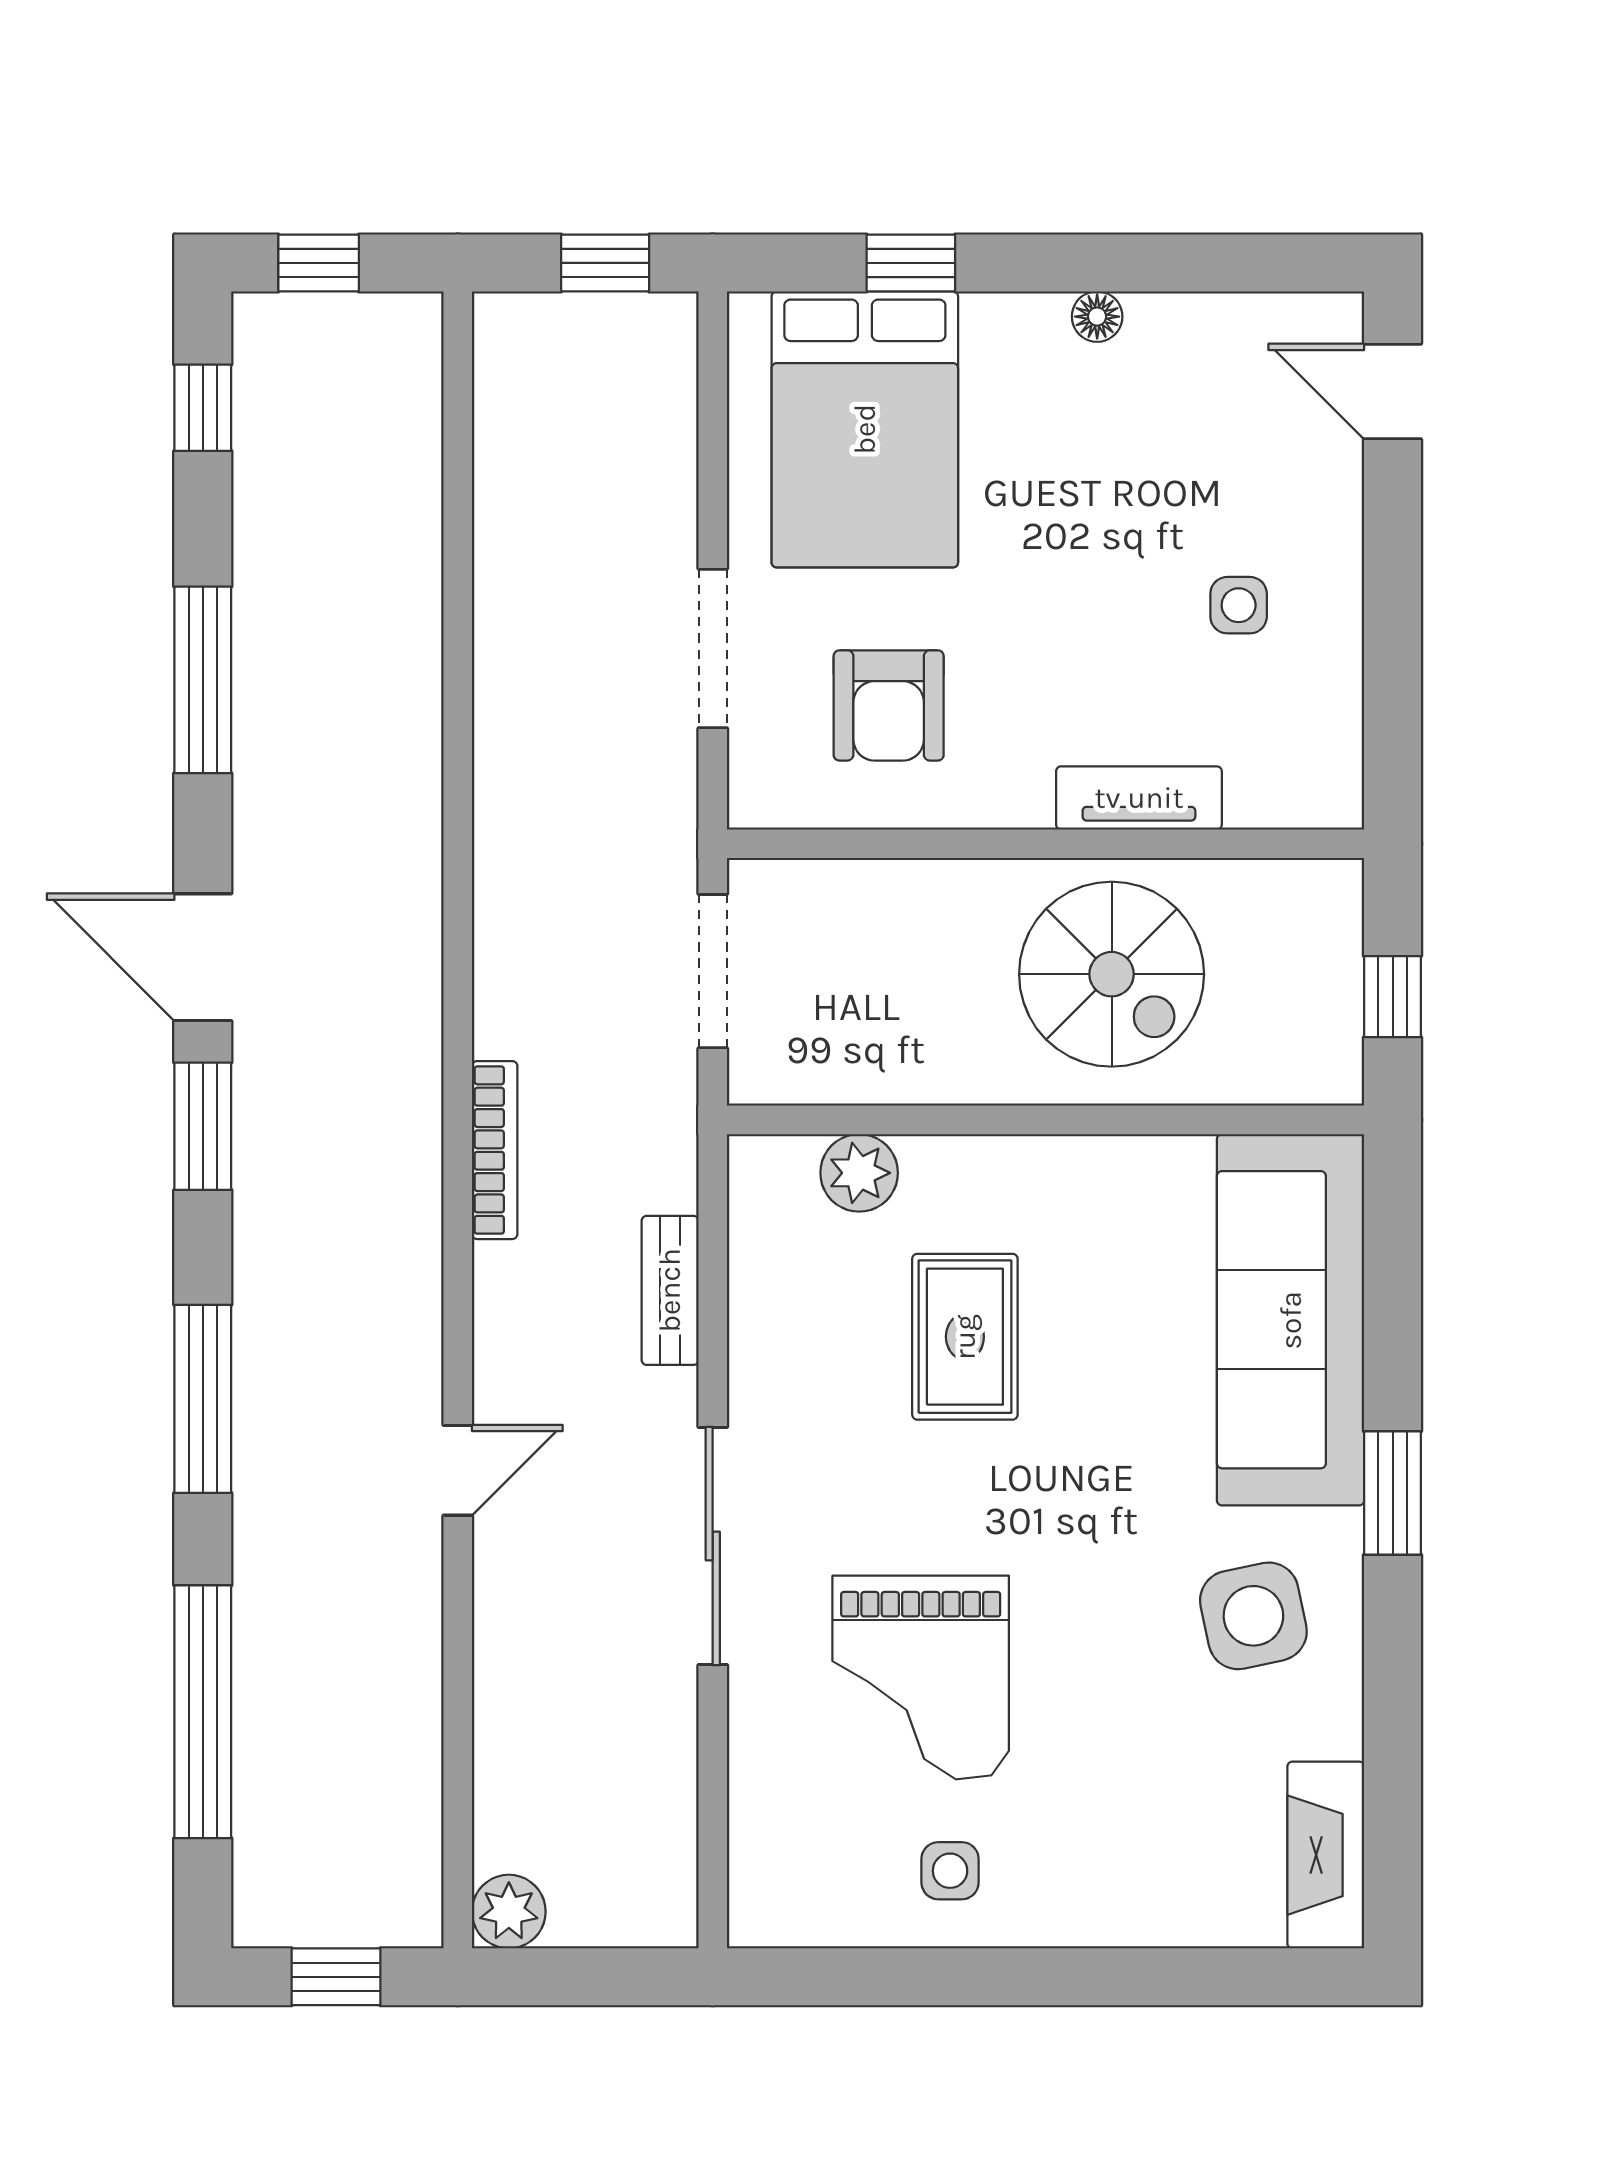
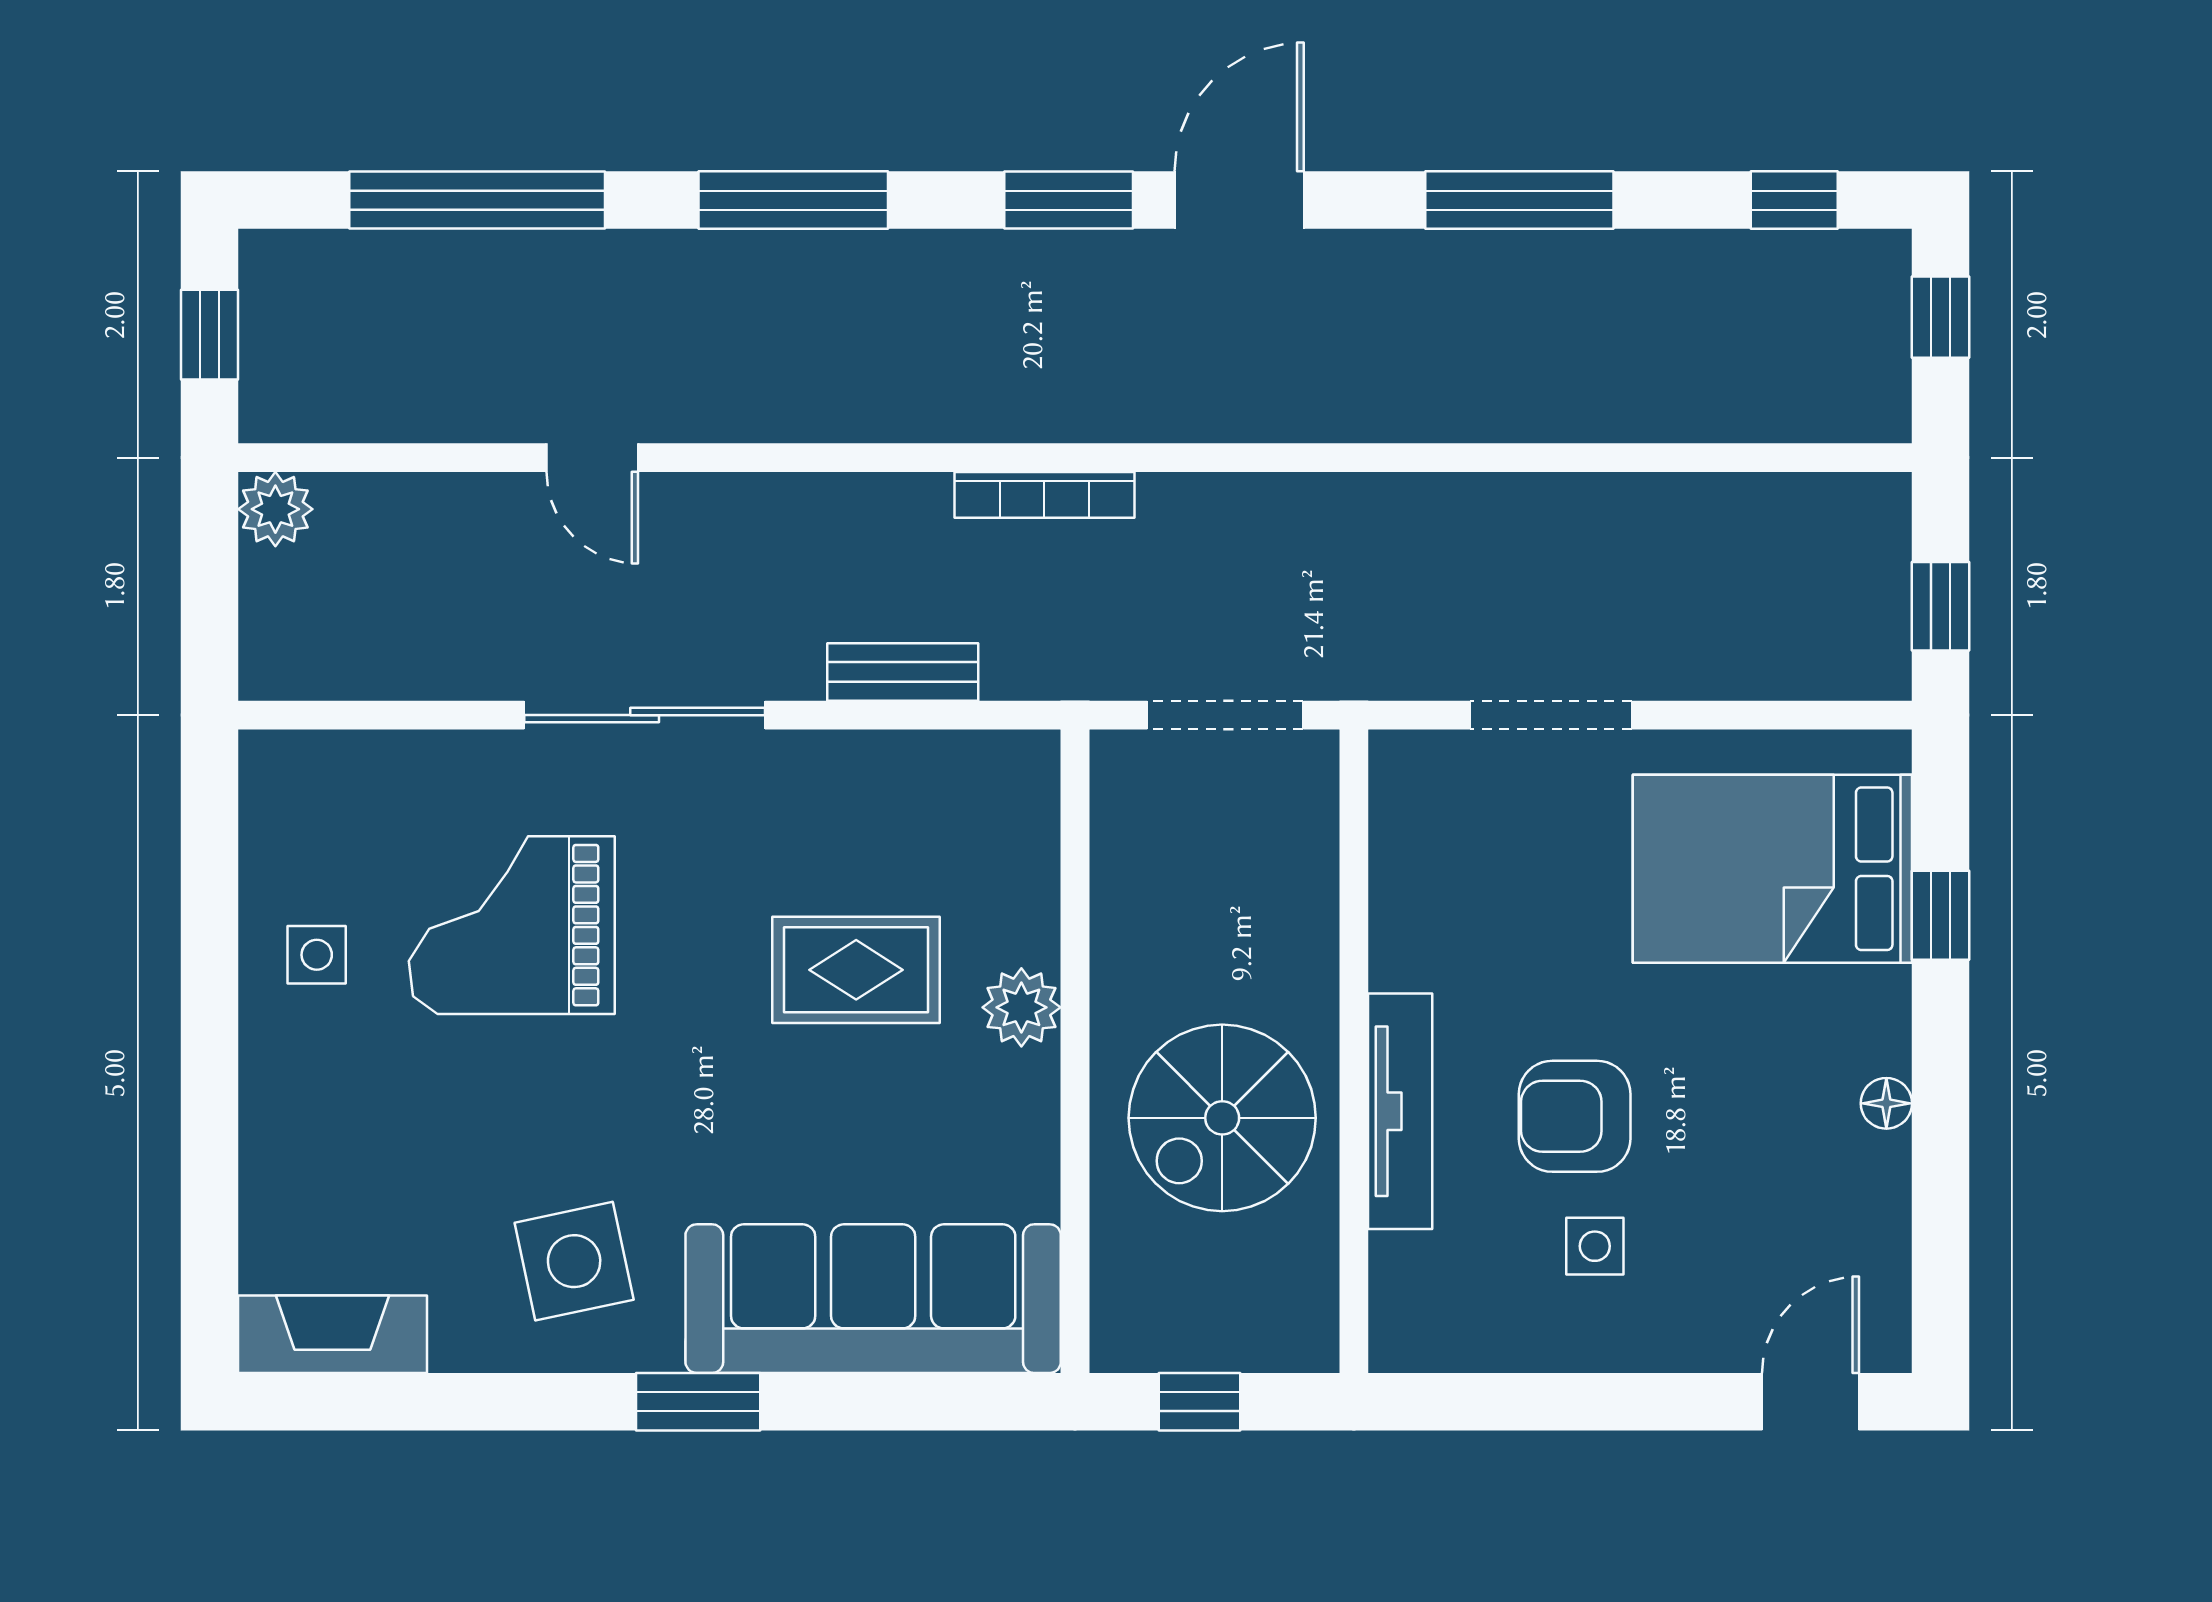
armchair: (889, 705) -> (1575, 1116), moved
tv unit: (1139, 798) -> (1400, 1111), width x1.41
plant: (859, 1173) -> (1021, 1007), moved
door: (458, 1470) -> (592, 458), moved

